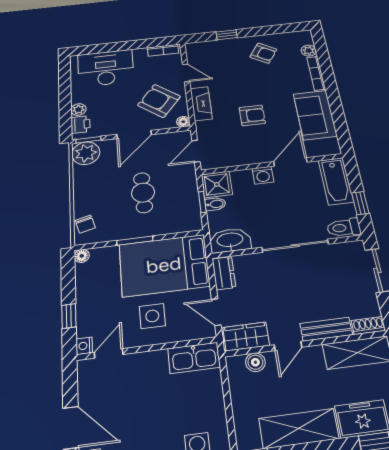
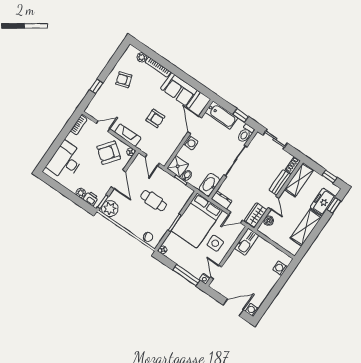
armchair: (263, 53) -> (124, 80), turned -140
armchair: (252, 115) -> (155, 118), turned 90
window: (69, 316) -> (186, 275), width x2.17

